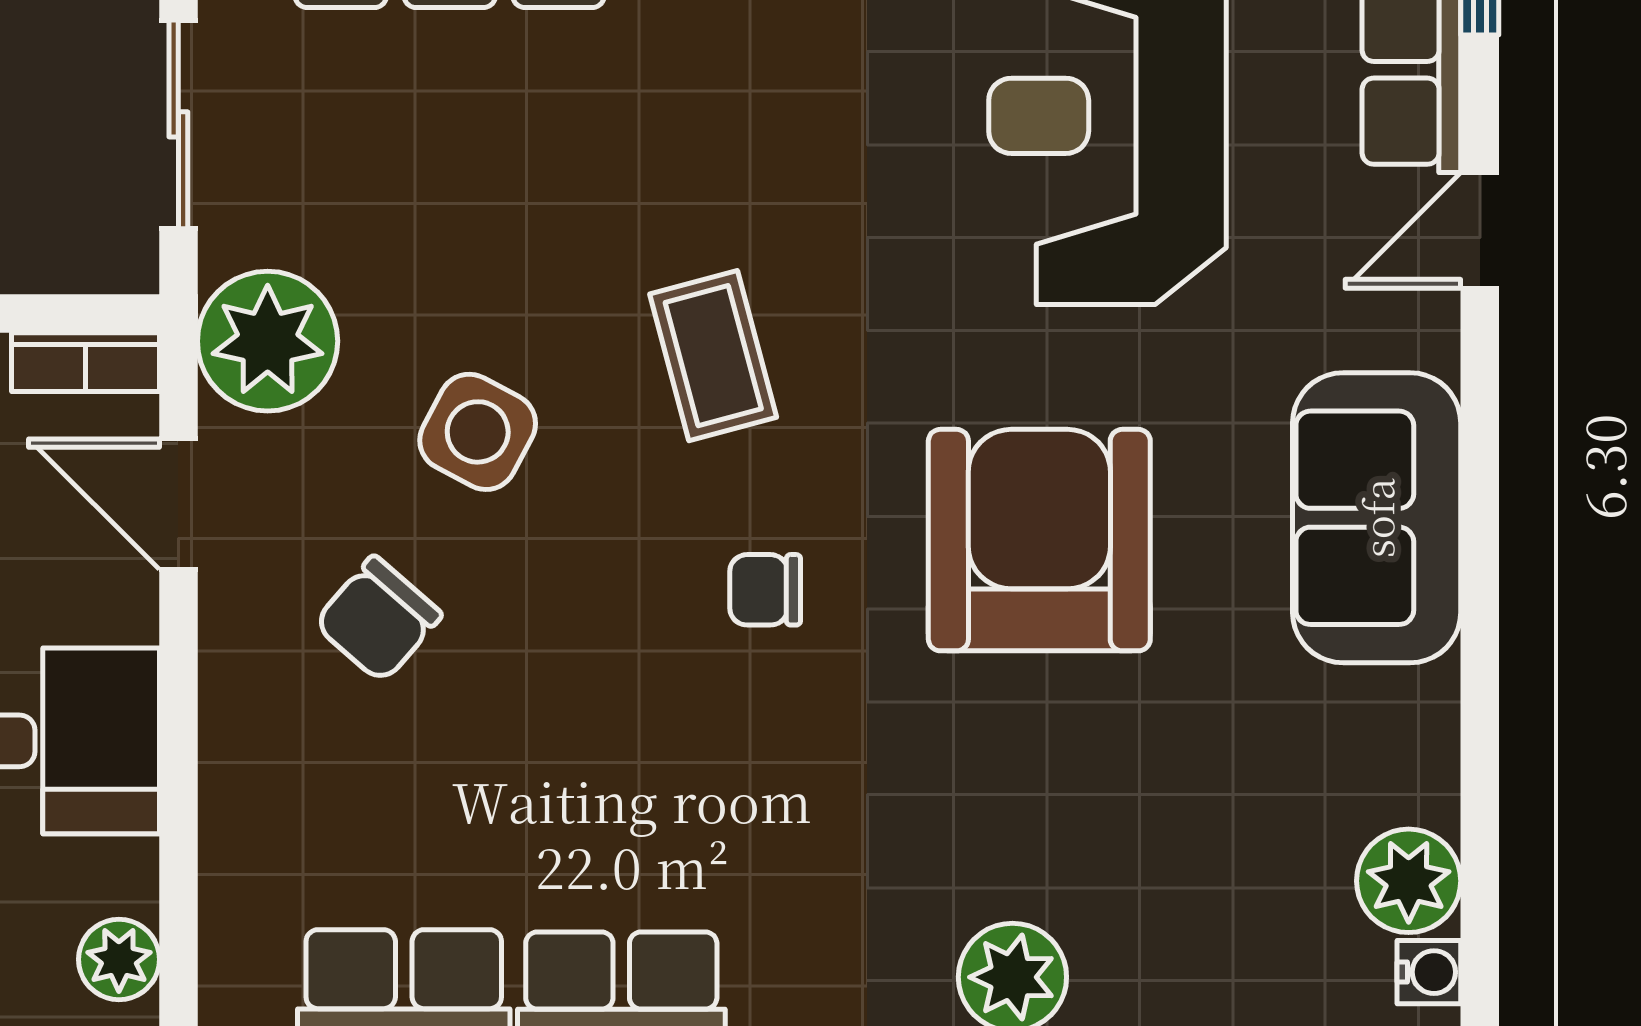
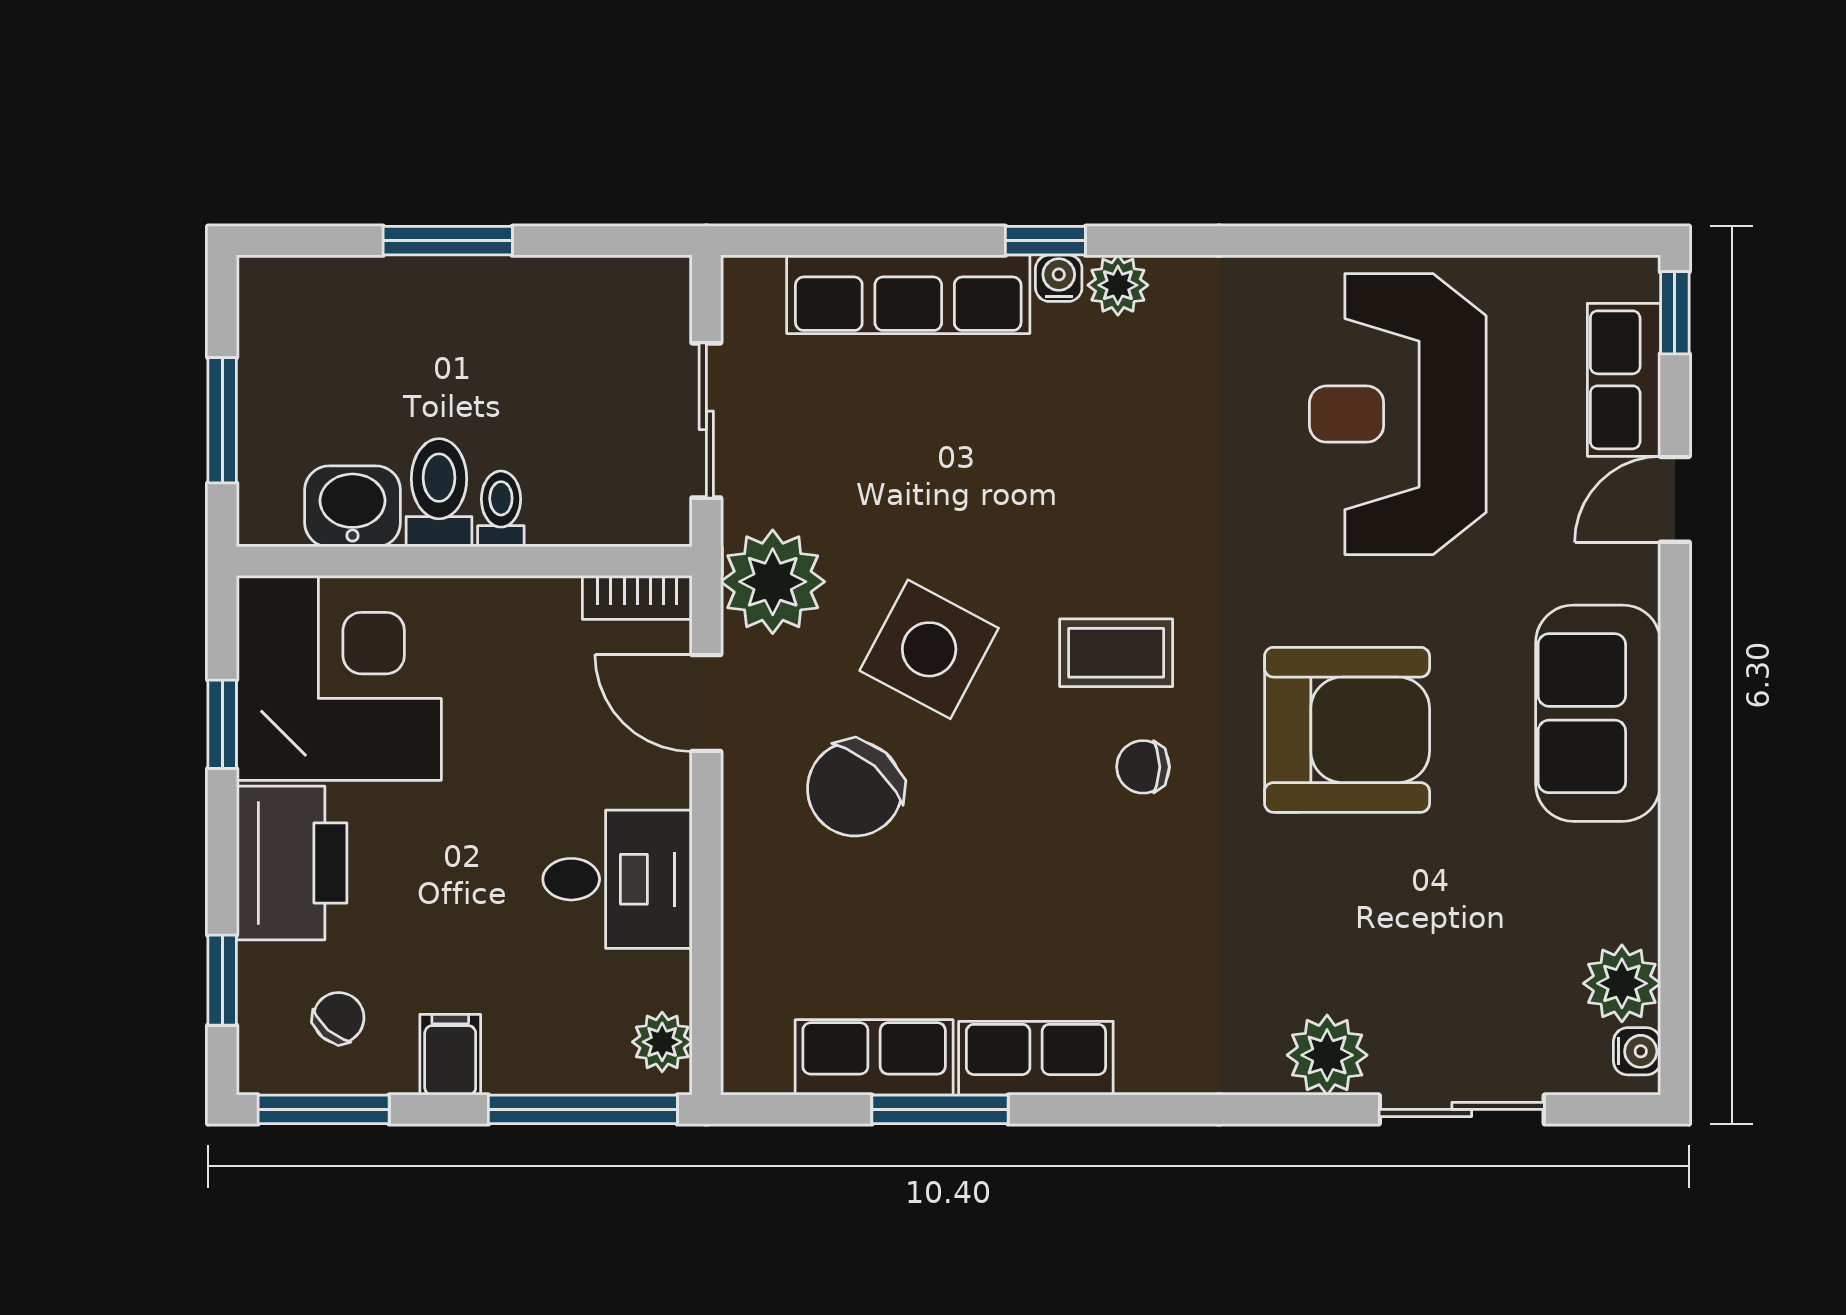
coffee table: (713, 356) -> (1116, 653), moved, turned -75
side table: (478, 432) -> (929, 649), width x1.37, depth x1.37
armchair: (1039, 540) -> (1347, 730), turned 90
chair: (378, 619) -> (855, 789), width x1.37, depth x1.37

